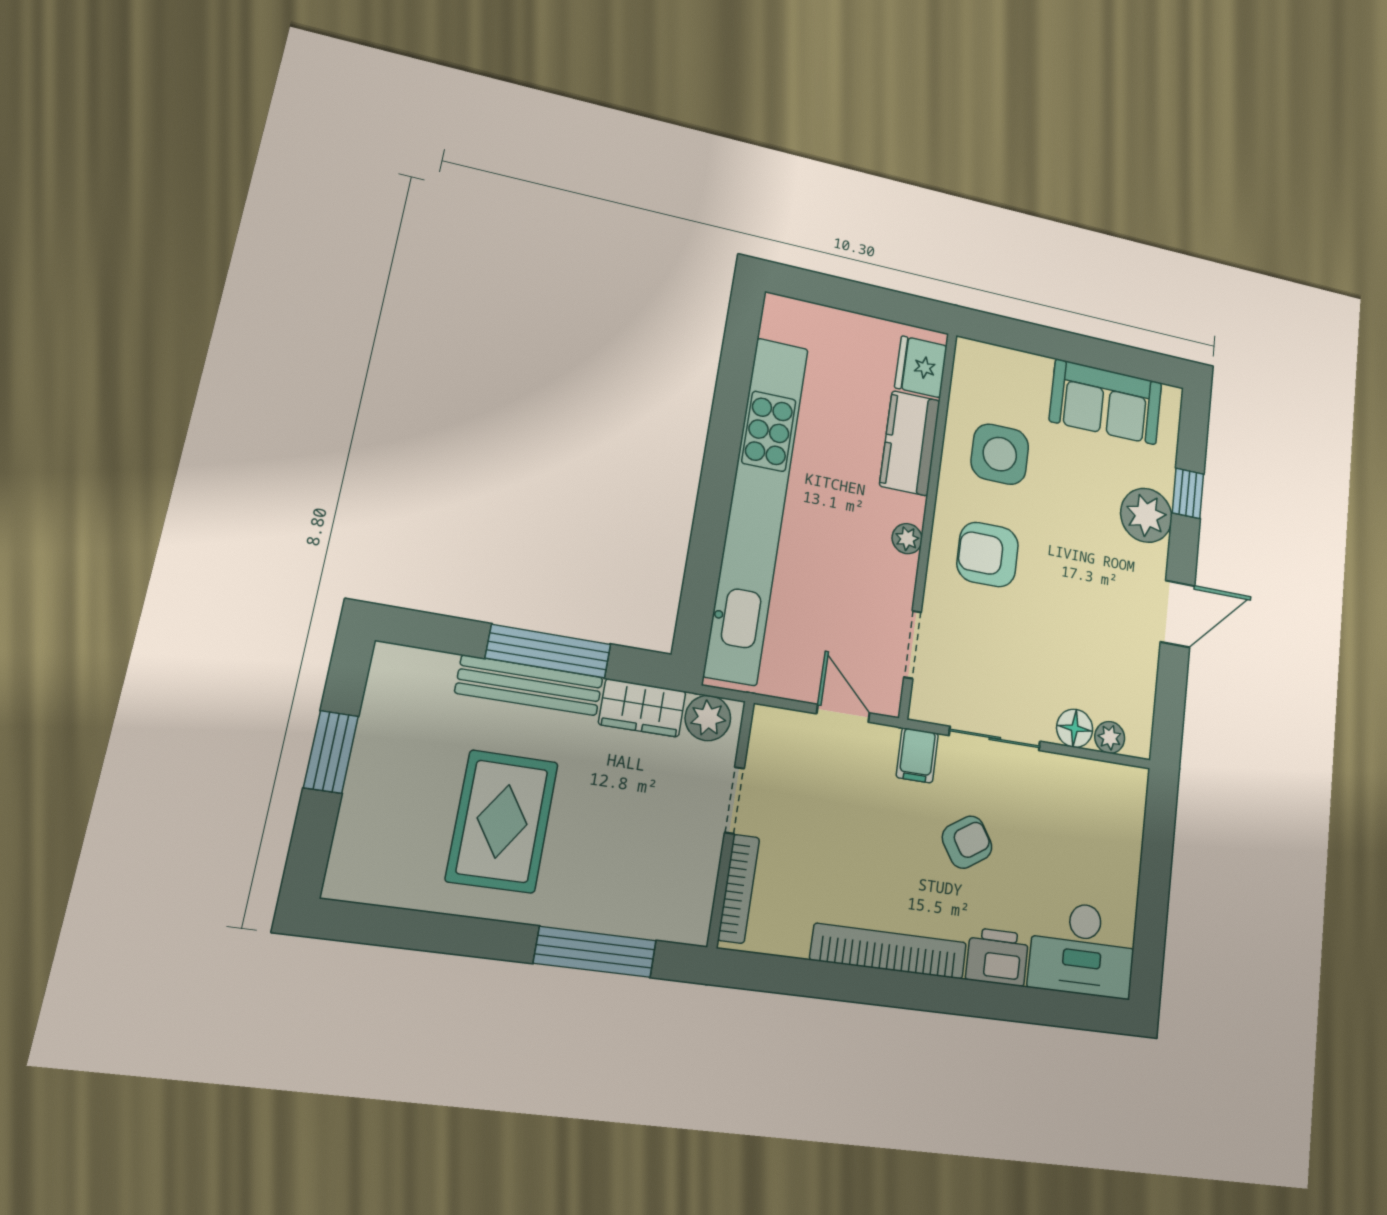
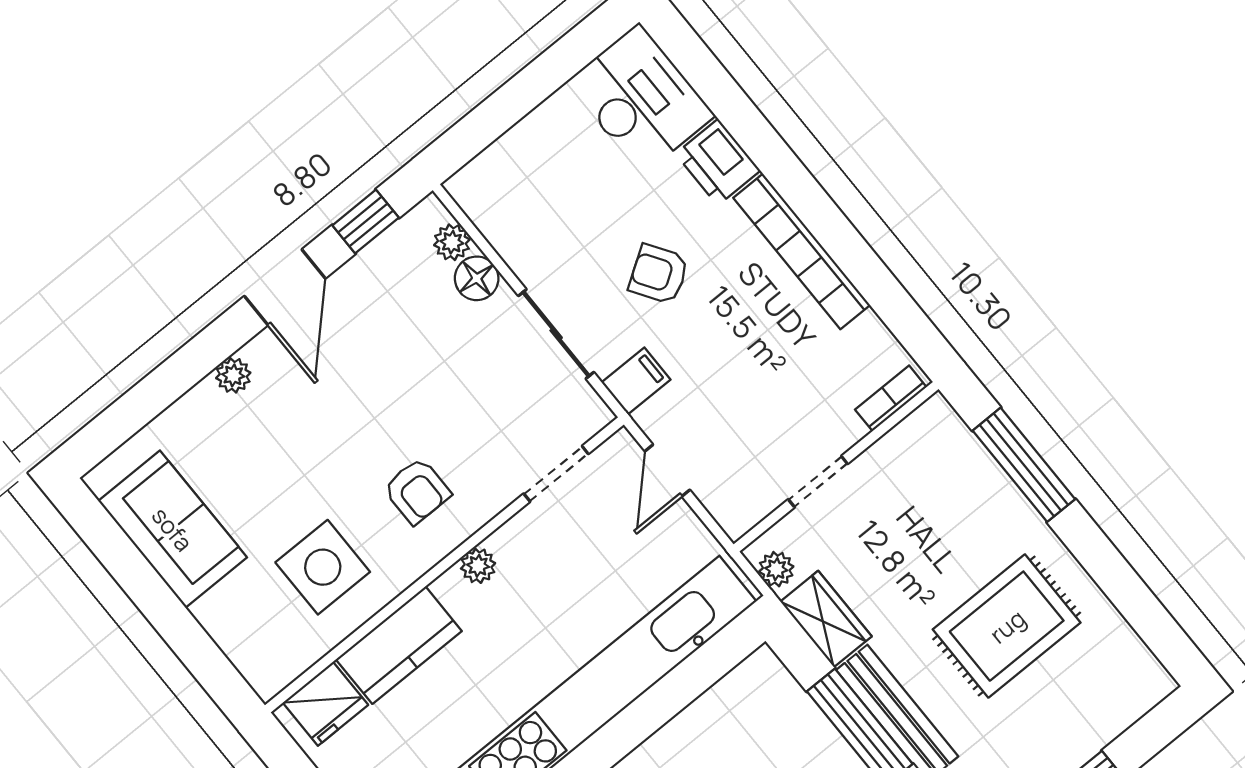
window: (1188, 493) -> (366, 221), moved
plant: (1146, 515) -> (233, 375), width x0.53, depth x0.53
armchair: (988, 554) -> (417, 491), width x0.72, depth x0.72
door: (1178, 614) -> (285, 287), swing flipped
plant: (708, 718) -> (776, 569), width x0.73, depth x0.73
bookcase: (739, 889) -> (891, 398), width x0.64

